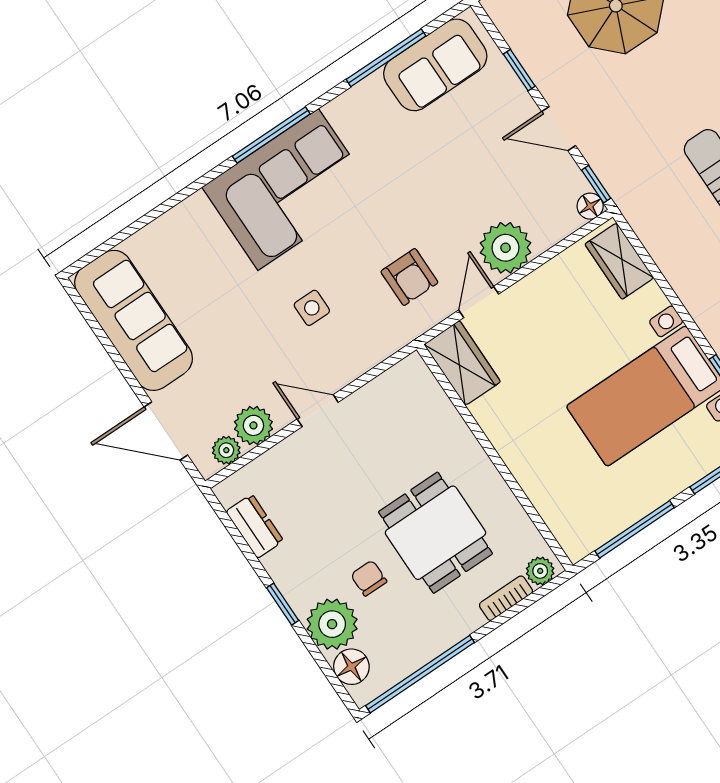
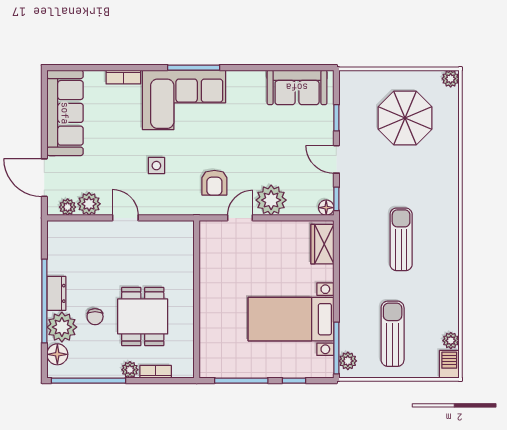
window: (386, 58) -> (275, 68), removed
bookcase: (181, 215) -> (123, 77), added
wardrobe: (462, 363) -> (212, 242), removed
dresser: (255, 526) -> (56, 293), moved
plant: (540, 571) -> (130, 370), moved
chair: (369, 578) -> (95, 317), turned 180
window: (283, 604) -> (44, 301), width x3.17

